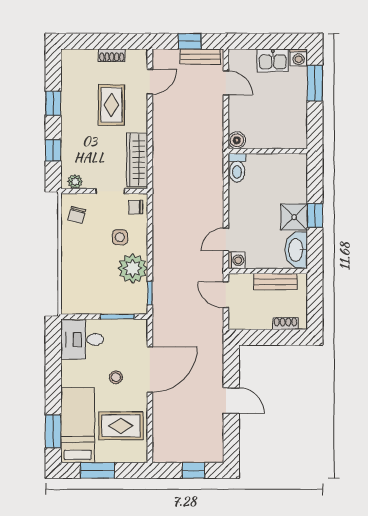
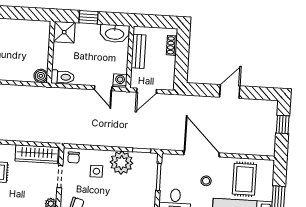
boiler: (237, 140) -> (41, 76), moved
wall: (268, 151) -> (51, 52), moved
toilet: (237, 168) -> (63, 77), moved
shower: (294, 217) -> (64, 32), moved

